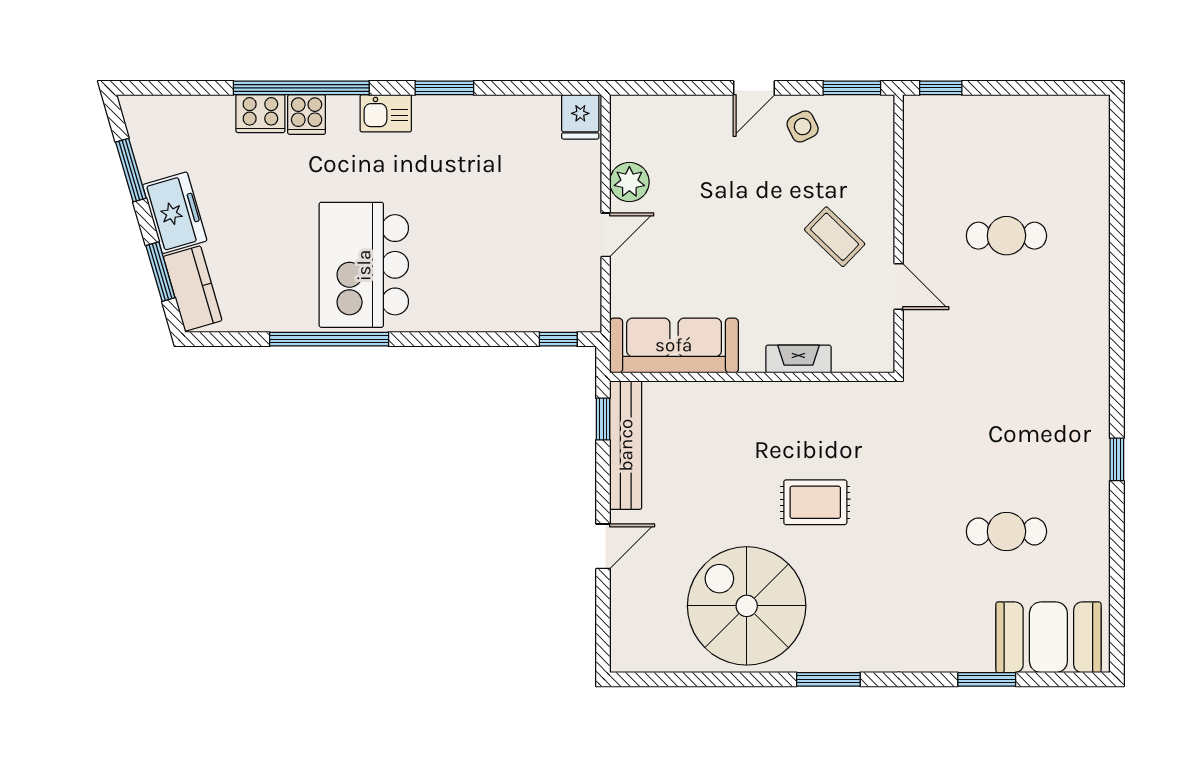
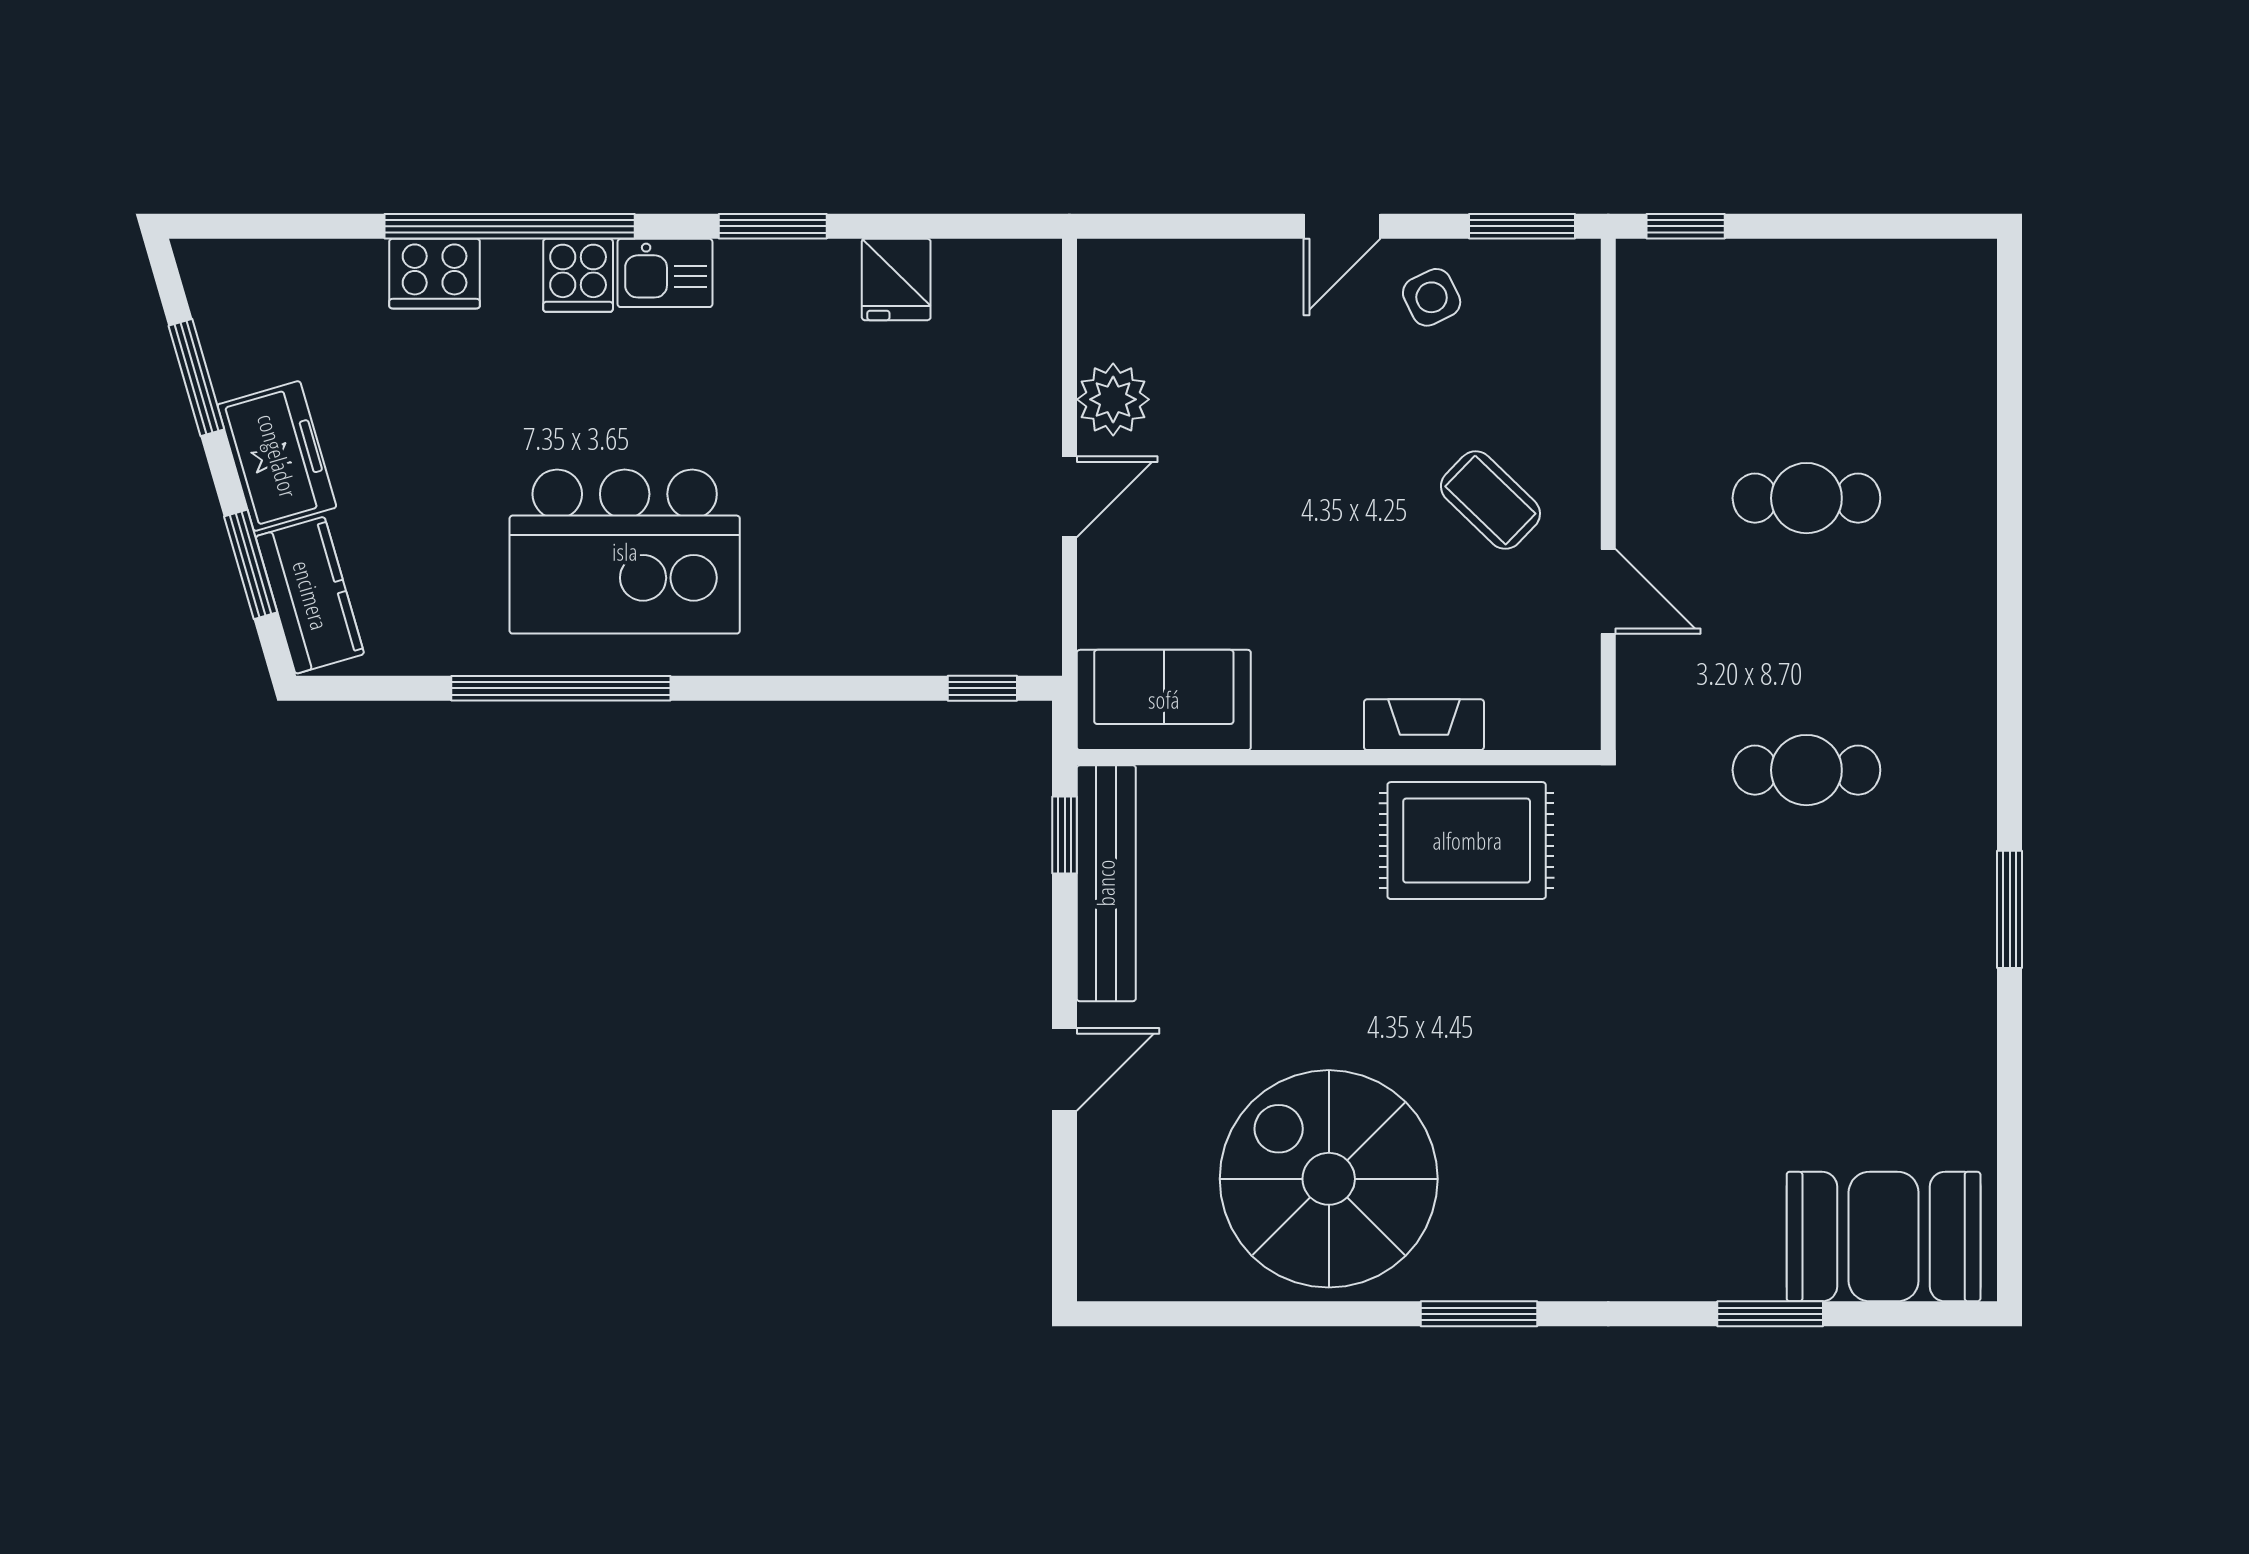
cooker: (307, 115) -> (578, 275), moved
fridge: (580, 117) -> (896, 280), moved
kitchen island: (364, 265) -> (625, 552), turned -90
sofa: (674, 345) -> (1164, 700), width x0.73
window: (1117, 459) -> (2010, 909), width x1.50
rug: (815, 502) -> (1467, 841), moved, width x1.36, depth x1.43
cafe table: (1006, 531) -> (1806, 770), moved

